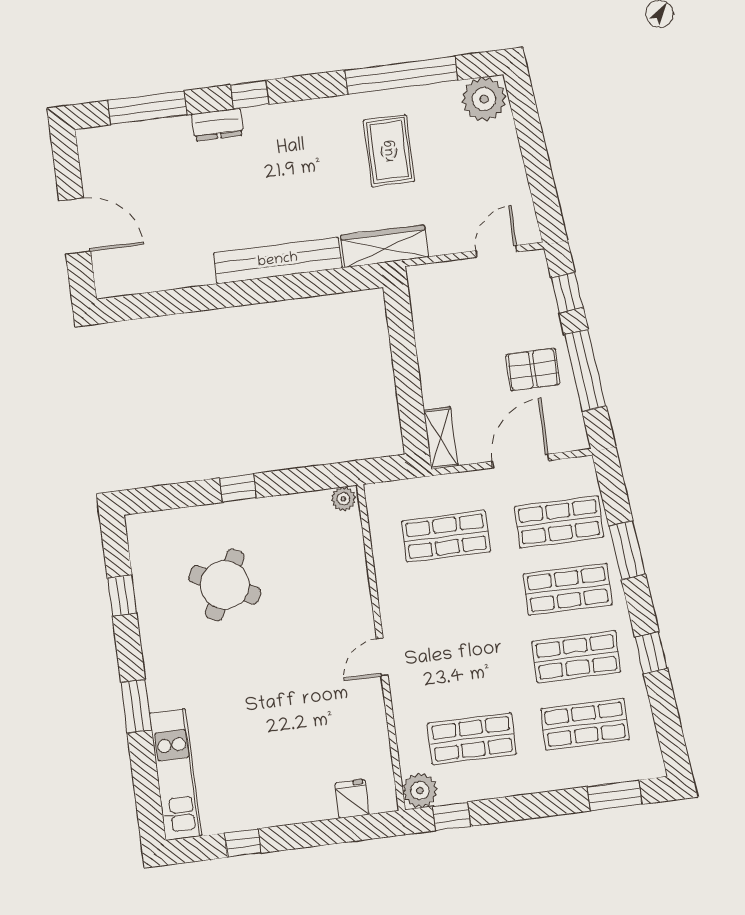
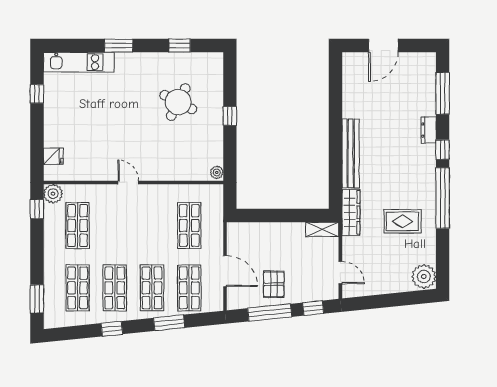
window: (401, 75) -> (443, 198), moved
shelving: (441, 438) -> (322, 229), moved

